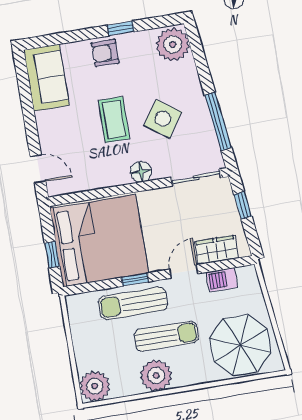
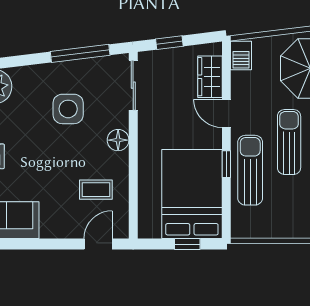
side table: (163, 119) -> (68, 109), turned -35
coffee table: (114, 120) -> (96, 190), moved, width x0.73, depth x0.77
bed: (99, 241) -> (192, 194), width x0.73
barbecue: (222, 280) -> (241, 55), moved
sun lounger: (133, 303) -> (250, 170), turned 180

